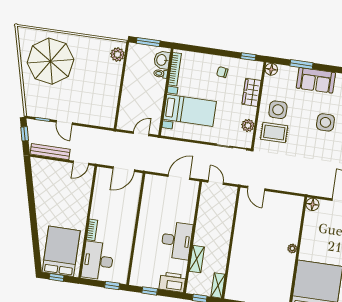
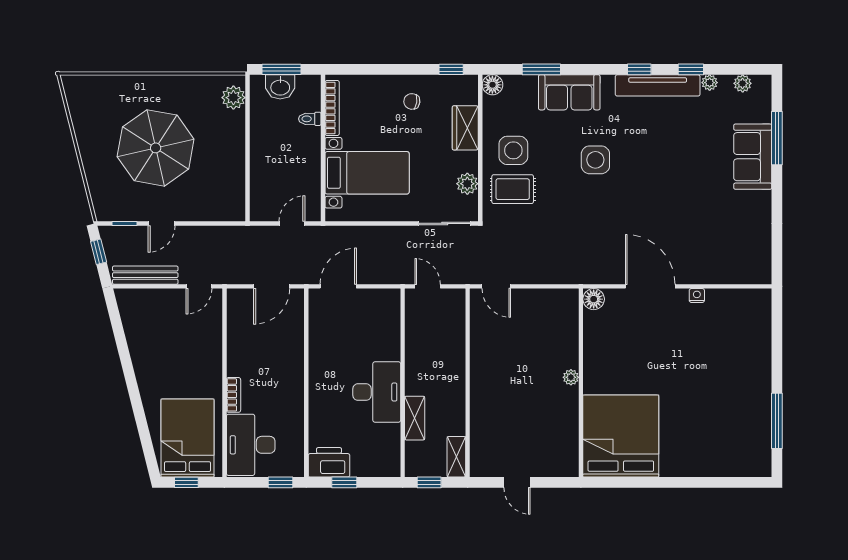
washbasin: (162, 60) -> (280, 87), moved, turned -90
parasol: (50, 61) -> (156, 148), moved
door: (64, 123) -> (162, 223), hinge flipped
door: (179, 177) -> (338, 286), moved
printer: (172, 282) -> (329, 462), moved

